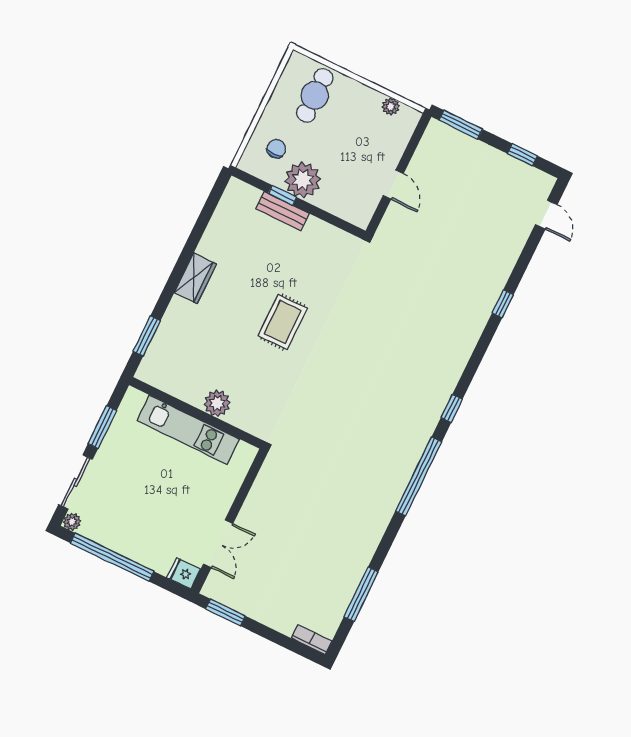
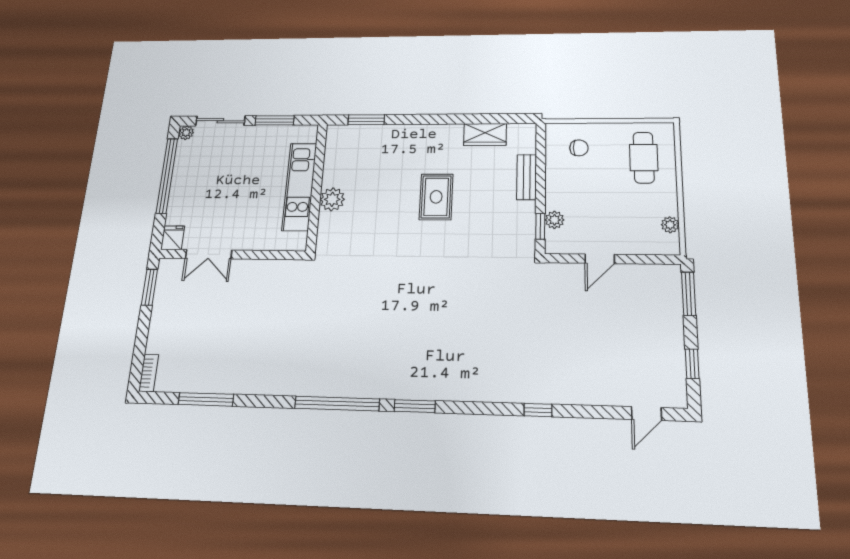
cafe table: (315, 95) -> (644, 158), turned 90
plant: (303, 180) -> (554, 220), moved, width x0.53, depth x0.53
window: (282, 195) -> (540, 226), moved
wardrobe: (195, 278) -> (485, 135), moved
rug: (283, 322) -> (436, 197), moved, turned 90
window: (452, 409) -> (415, 406), width x1.50

